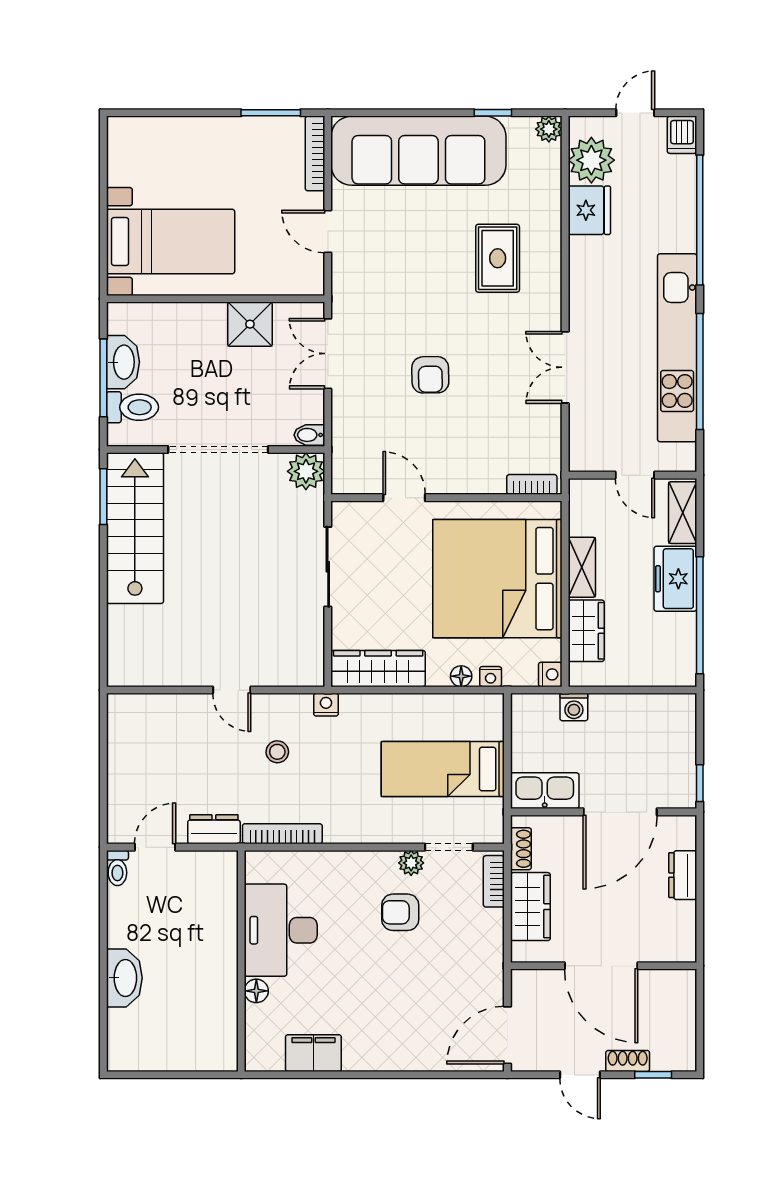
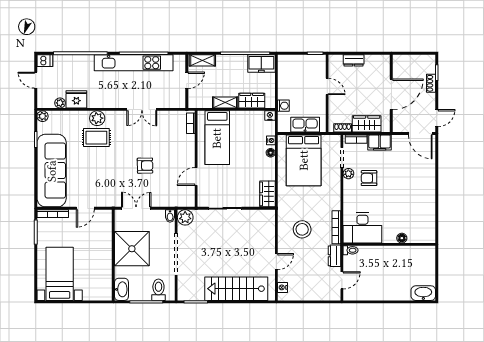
plant: (591, 160) -> (60, 103), width x0.53, depth x0.53
bed with nightstands: (171, 241) -> (60, 274), moved
plant: (544, 260) -> (97, 118), added
shower: (250, 324) -> (132, 249), width x1.86, depth x1.86
double door: (328, 354) -> (136, 208), swing flipped
washbasin: (123, 362) -> (121, 289), moved, turned 90
stairs: (135, 528) -> (236, 289), moved
bed: (497, 579) -> (217, 138), width x0.49
freezer: (675, 579) -> (261, 63), moved
wardrobe: (378, 669) -> (267, 194), width x0.67
door: (232, 690) -> (276, 262), moved
nightstand: (326, 705) -> (282, 287), moved
stool: (277, 752) -> (302, 229), width x1.89, depth x1.89
bed: (443, 769) -> (304, 160), width x1.50
kitchen sink: (545, 791) -> (305, 125), moved, turned 90
door: (620, 812) -> (327, 86), width x0.53
door: (155, 847) -> (342, 280), swing flipped
toilet: (117, 868) -> (351, 250), moved
armchair: (400, 912) -> (369, 178), turned 90
desk: (281, 930) -> (362, 228), moved
washbasin: (124, 978) -> (423, 293), moved
filing cabinet: (313, 1053) -> (380, 143), moved, turned -90
door: (580, 1075) -> (437, 118), moved

